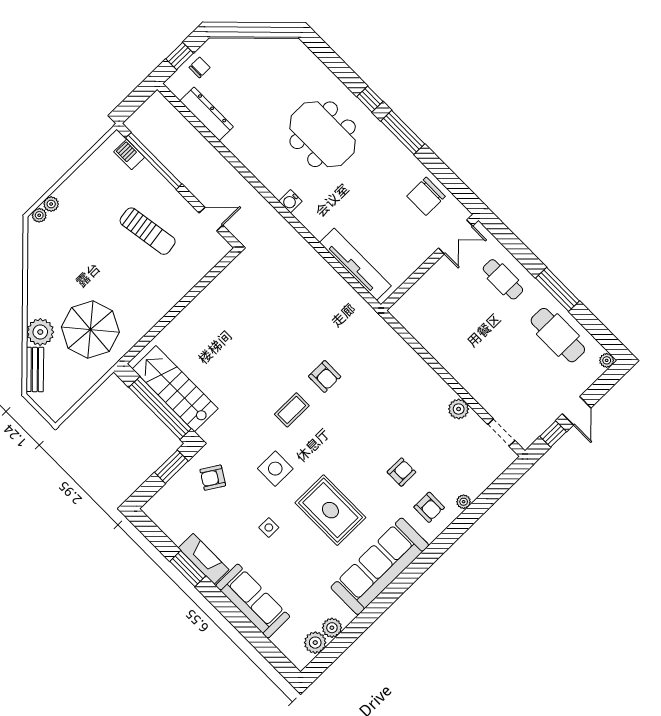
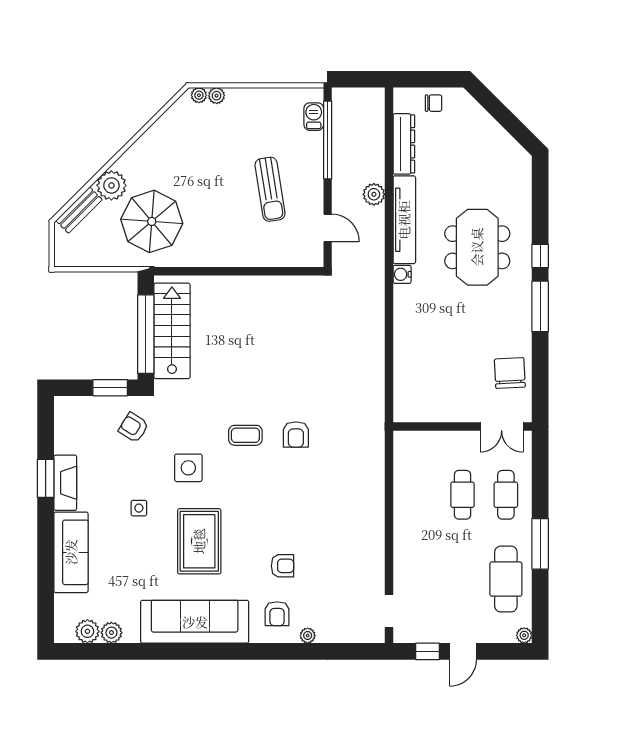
window: (180, 56) -> (427, 79), removed
chair: (426, 196) -> (510, 373), turned 87
tv unit: (355, 264) -> (404, 220), moved
cafe table: (474, 308) -> (462, 495), added
plant: (459, 409) -> (374, 194), moved

